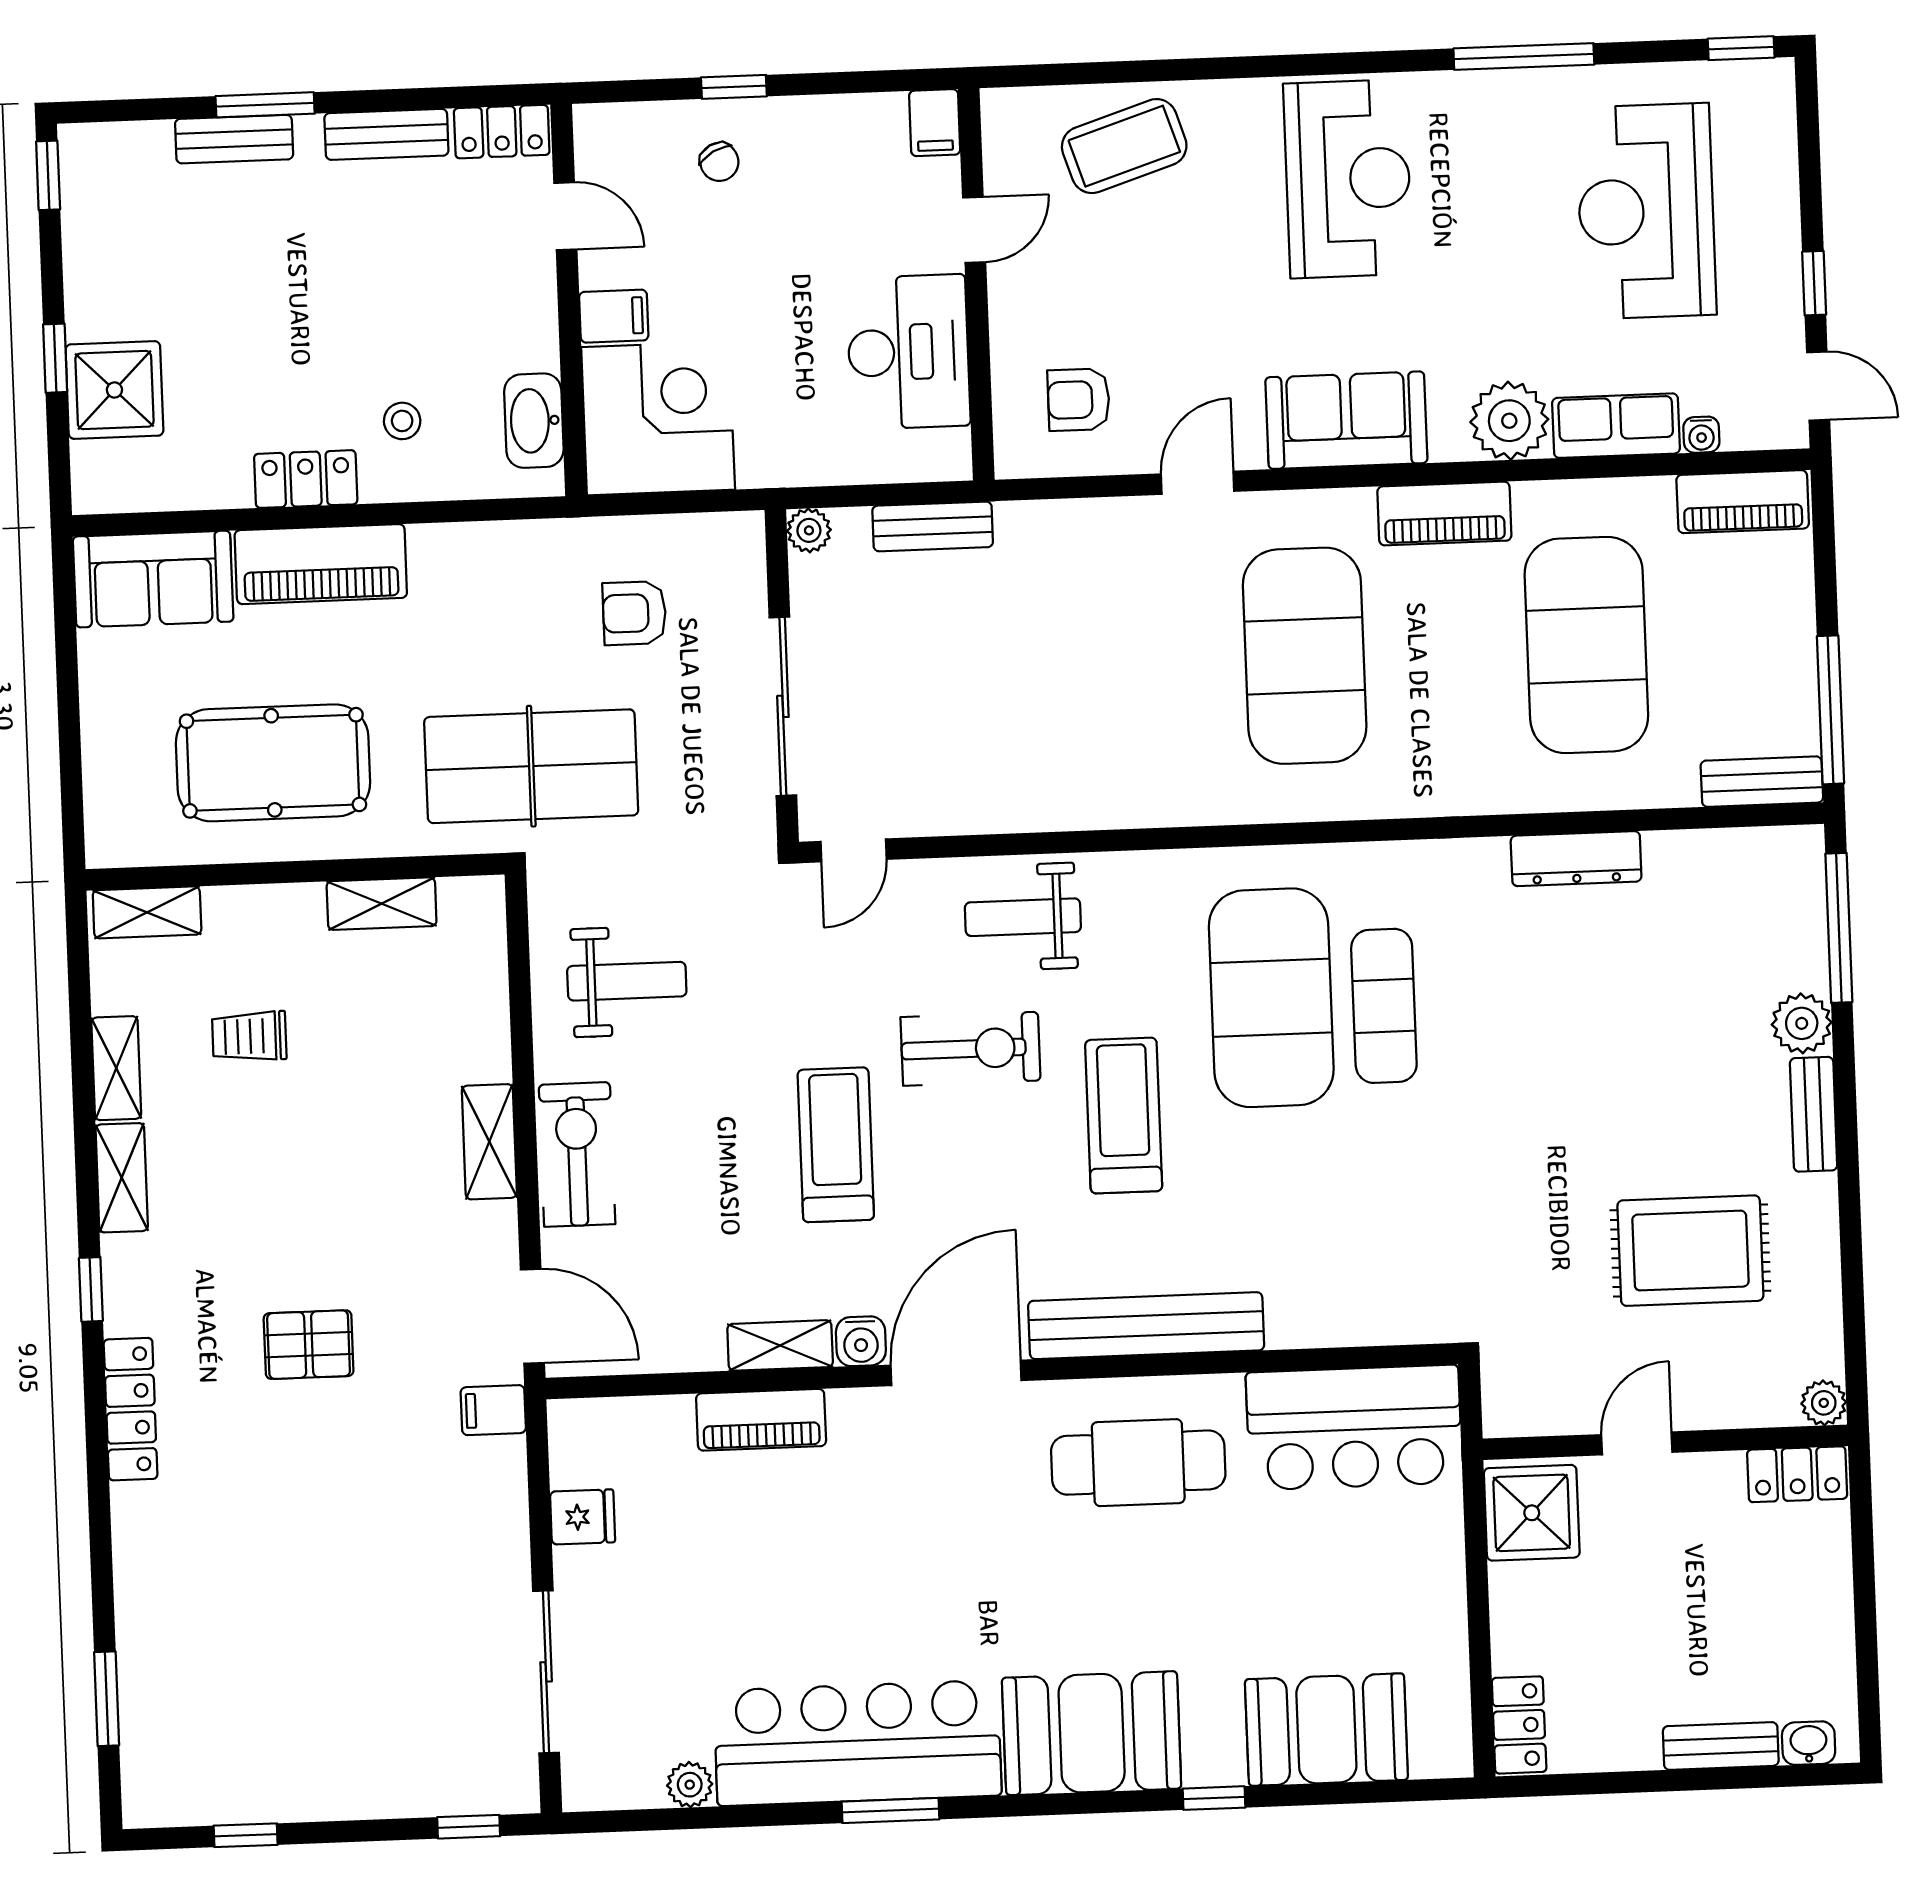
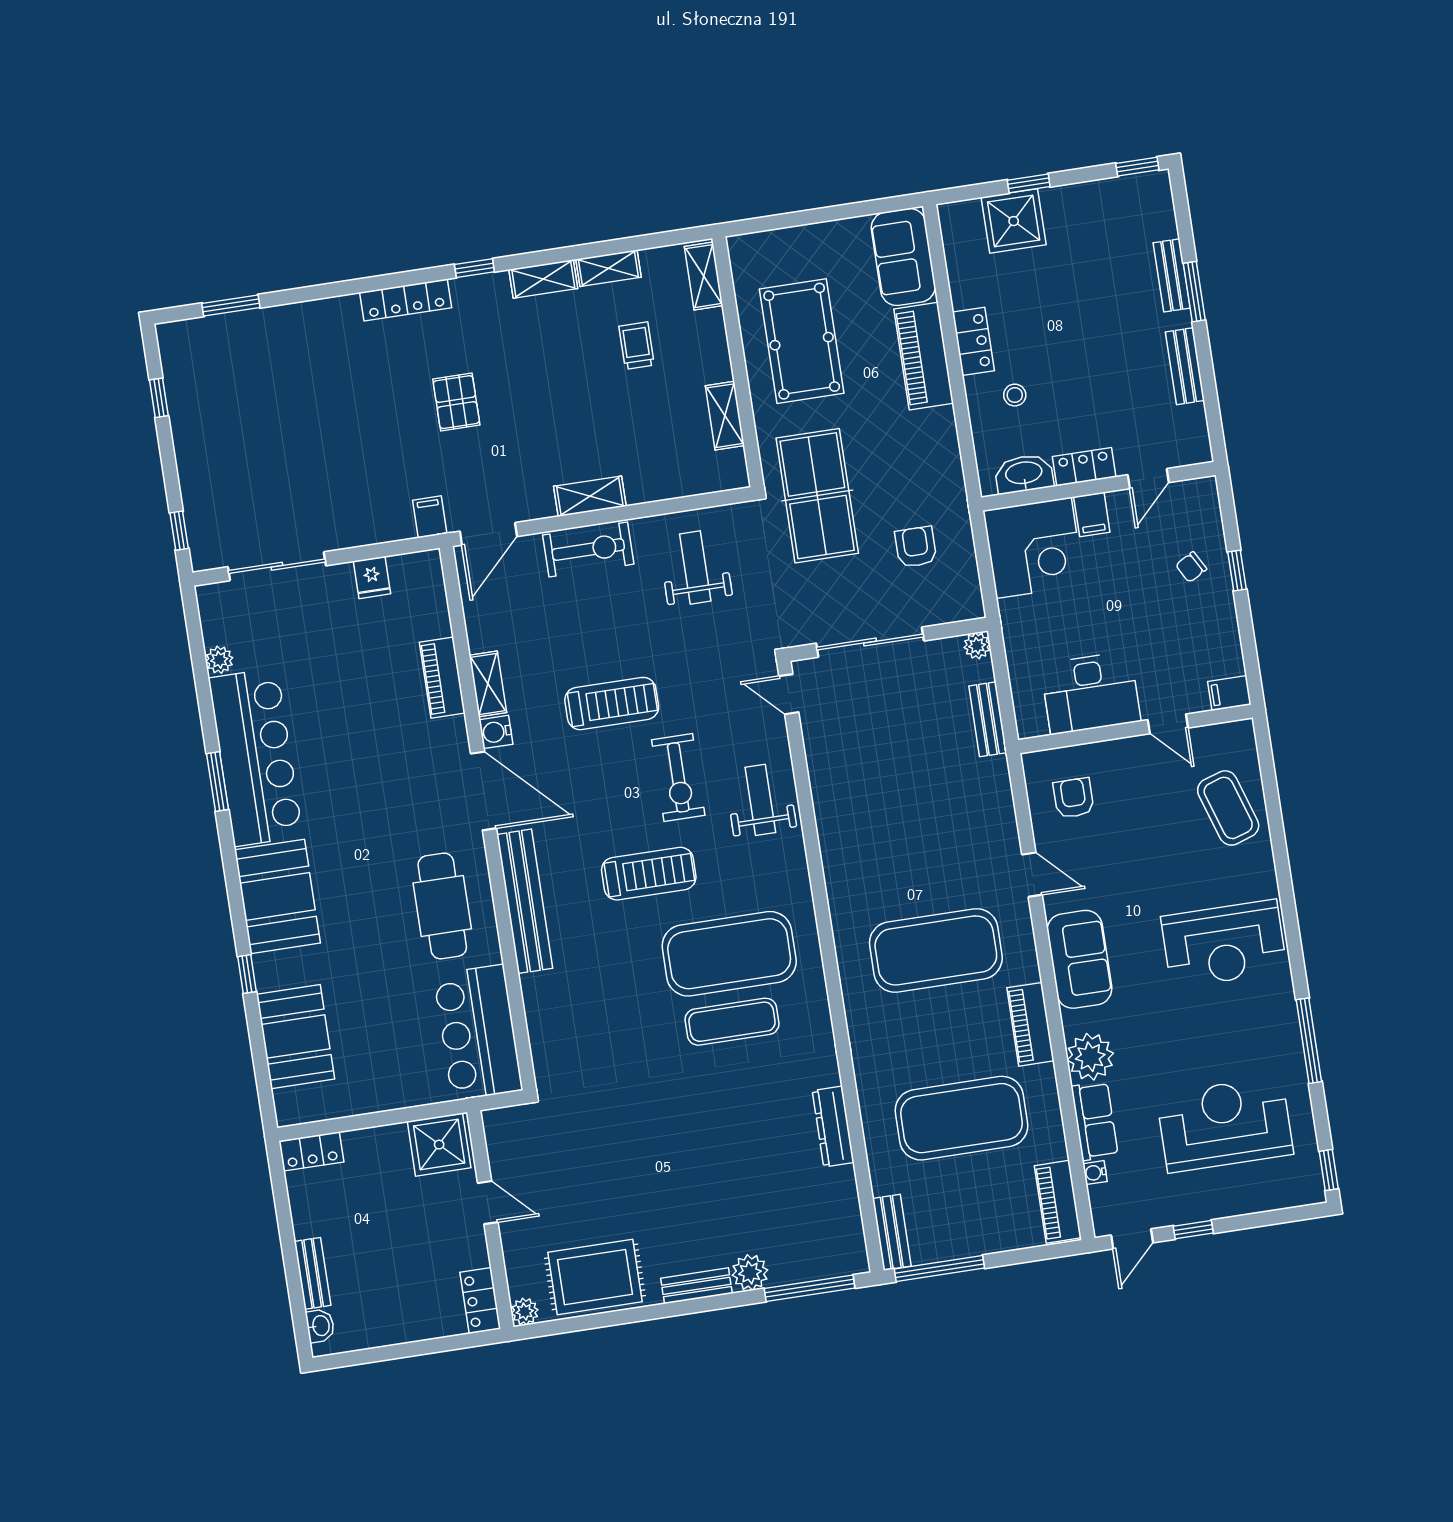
locker: (502, 132) -> (1084, 467), moved, turned 90
weight bench: (627, 981) -> (695, 567), turned 180
rug: (1690, 1251) -> (595, 1277), moved, turned 90

